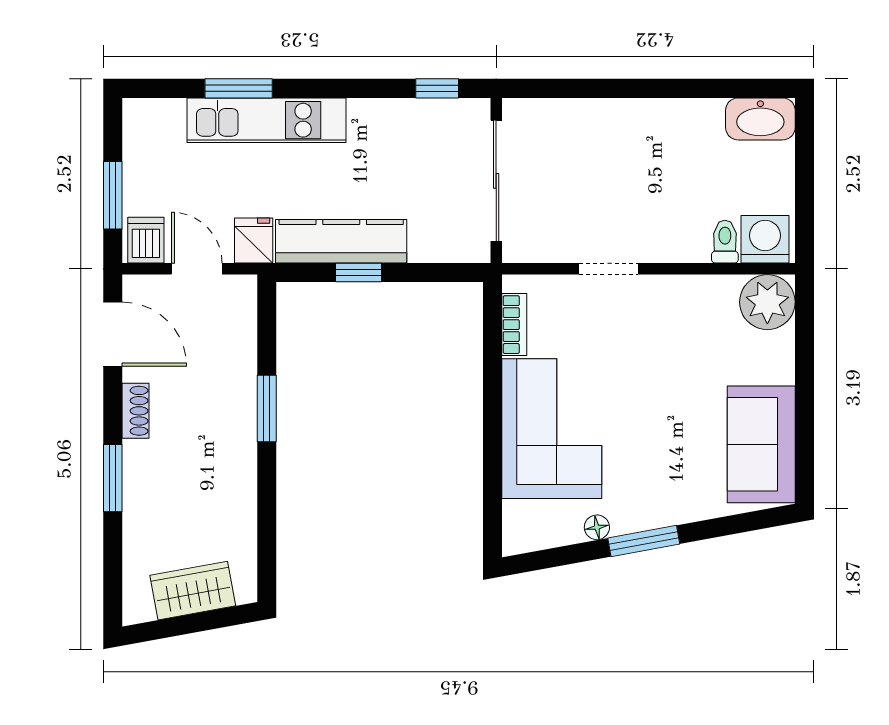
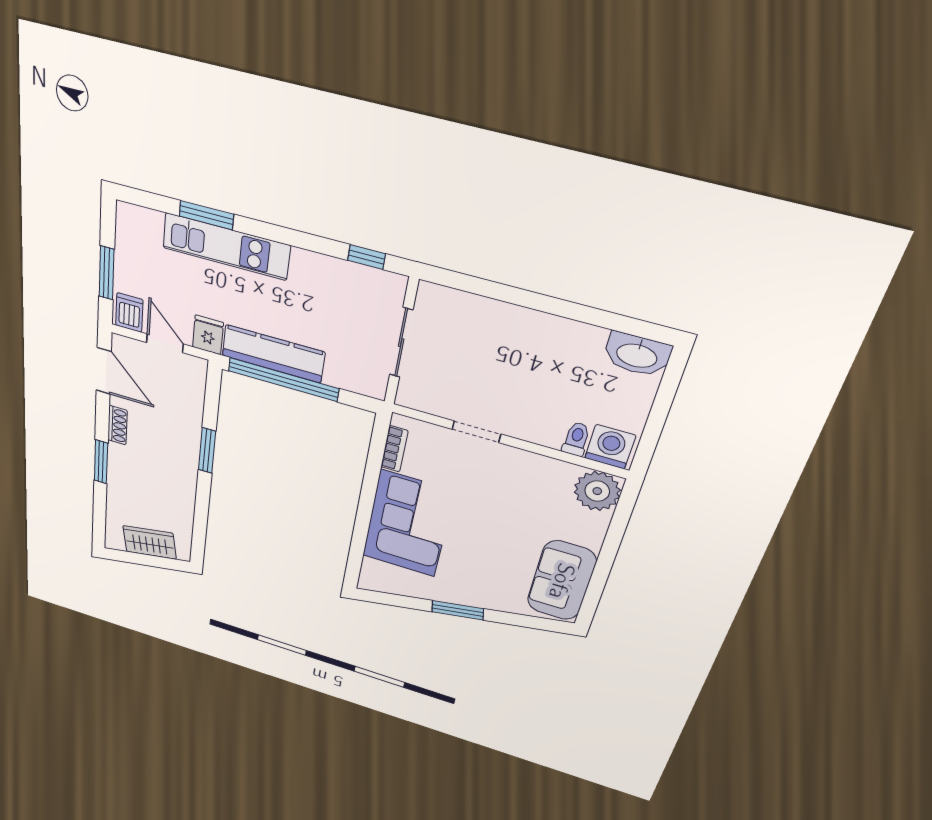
sliding door: (496, 181) -> (401, 343), width x0.73
window: (359, 273) -> (283, 380), width x3.17
floor lamp: (597, 527) -> (426, 592), removed

